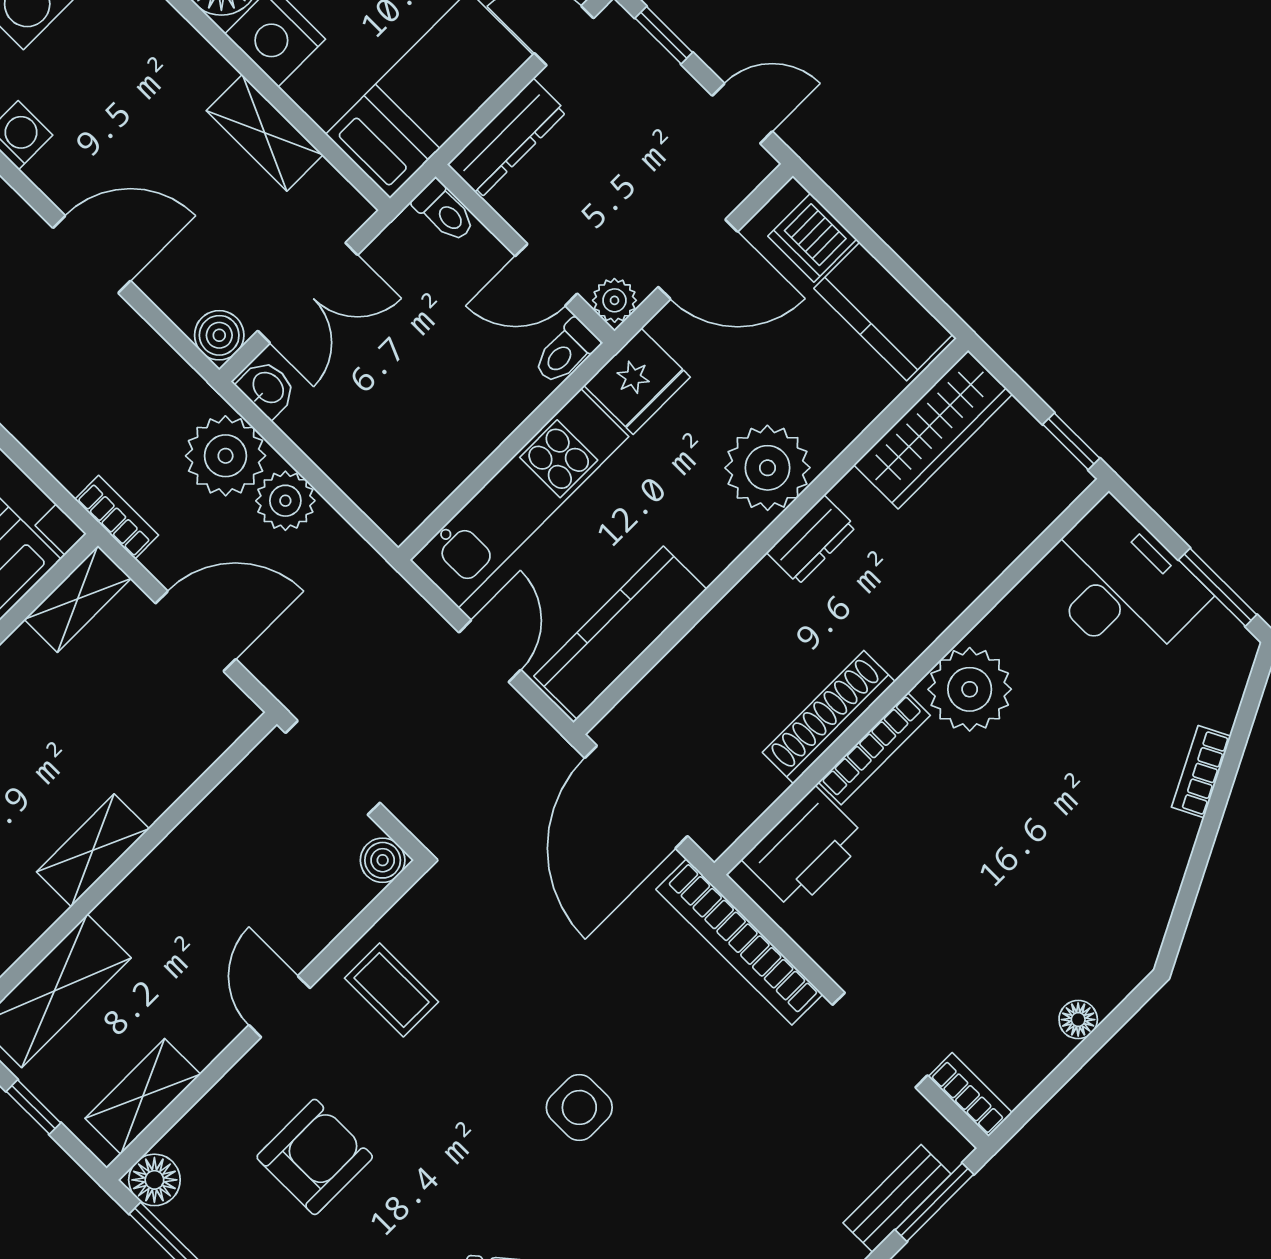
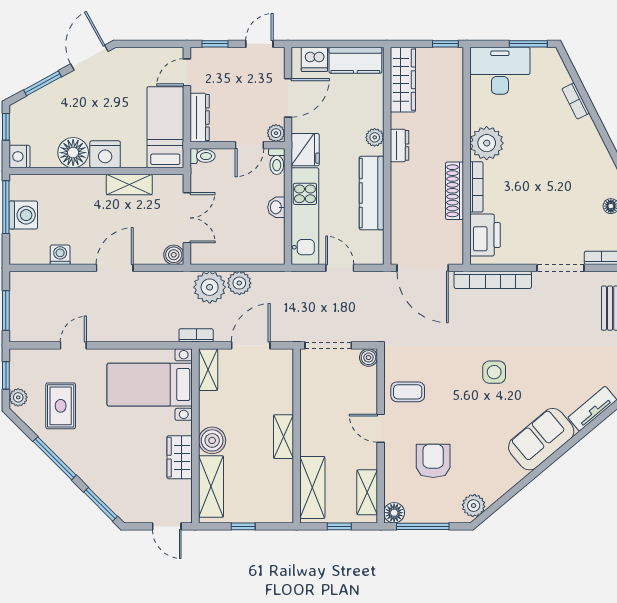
washbasin: (267, 388) -> (276, 207), moved, turned -90
plant: (768, 468) -> (375, 137), width x0.53, depth x0.53
kitchen counter: (620, 633) -> (372, 193), moved

